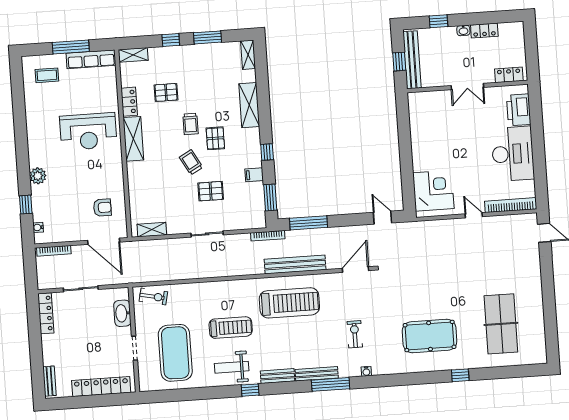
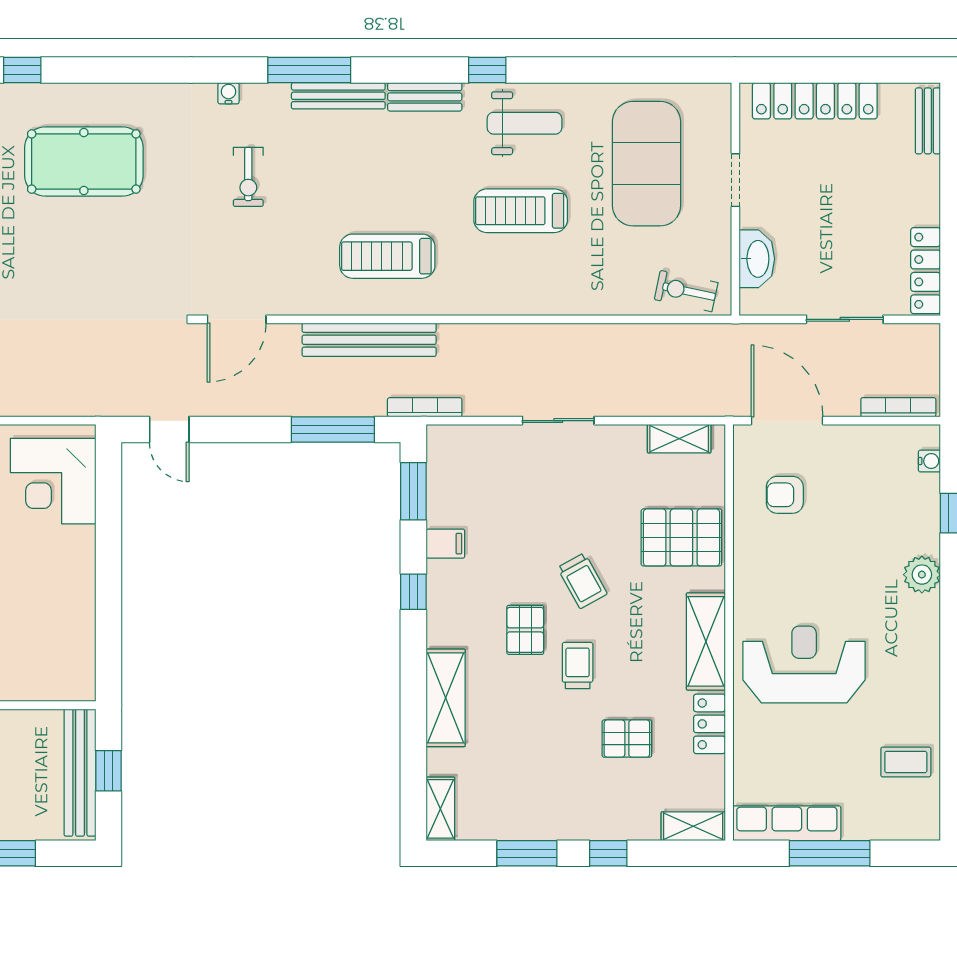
coffee table: (47, 75) -> (906, 762), moved
pallet: (211, 191) -> (681, 537), moved, width x1.50, depth x1.42
treadmill: (289, 303) -> (387, 256), width x0.73, depth x0.73

